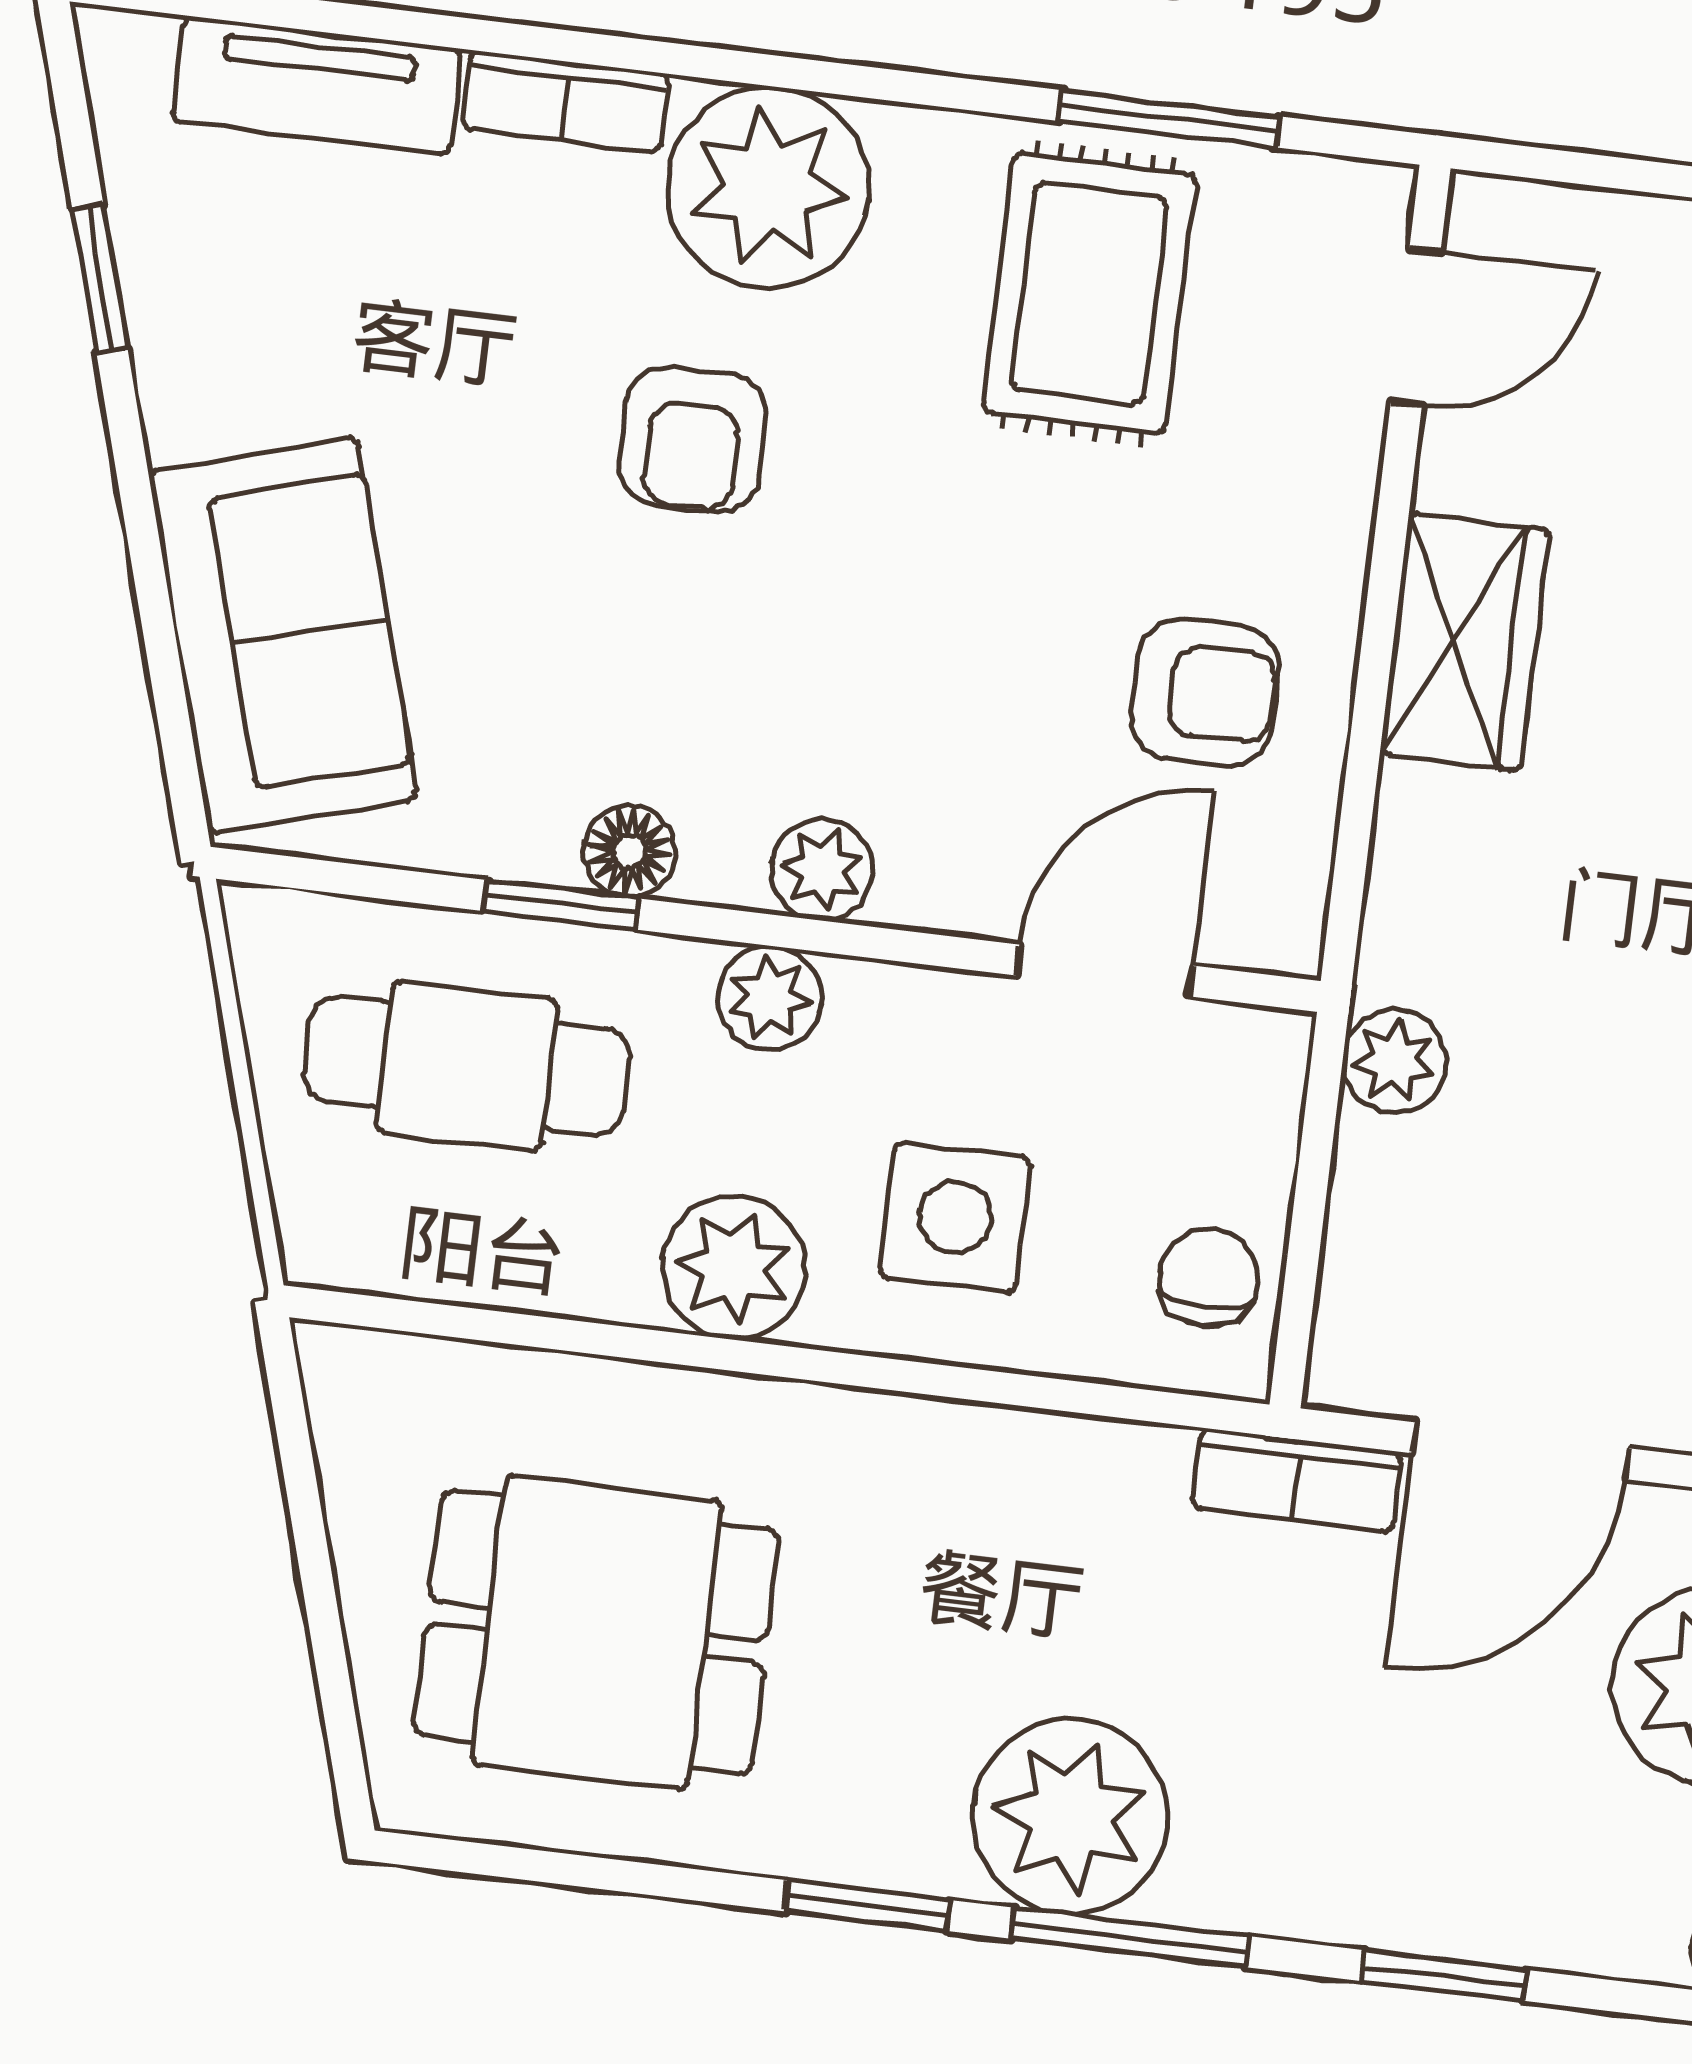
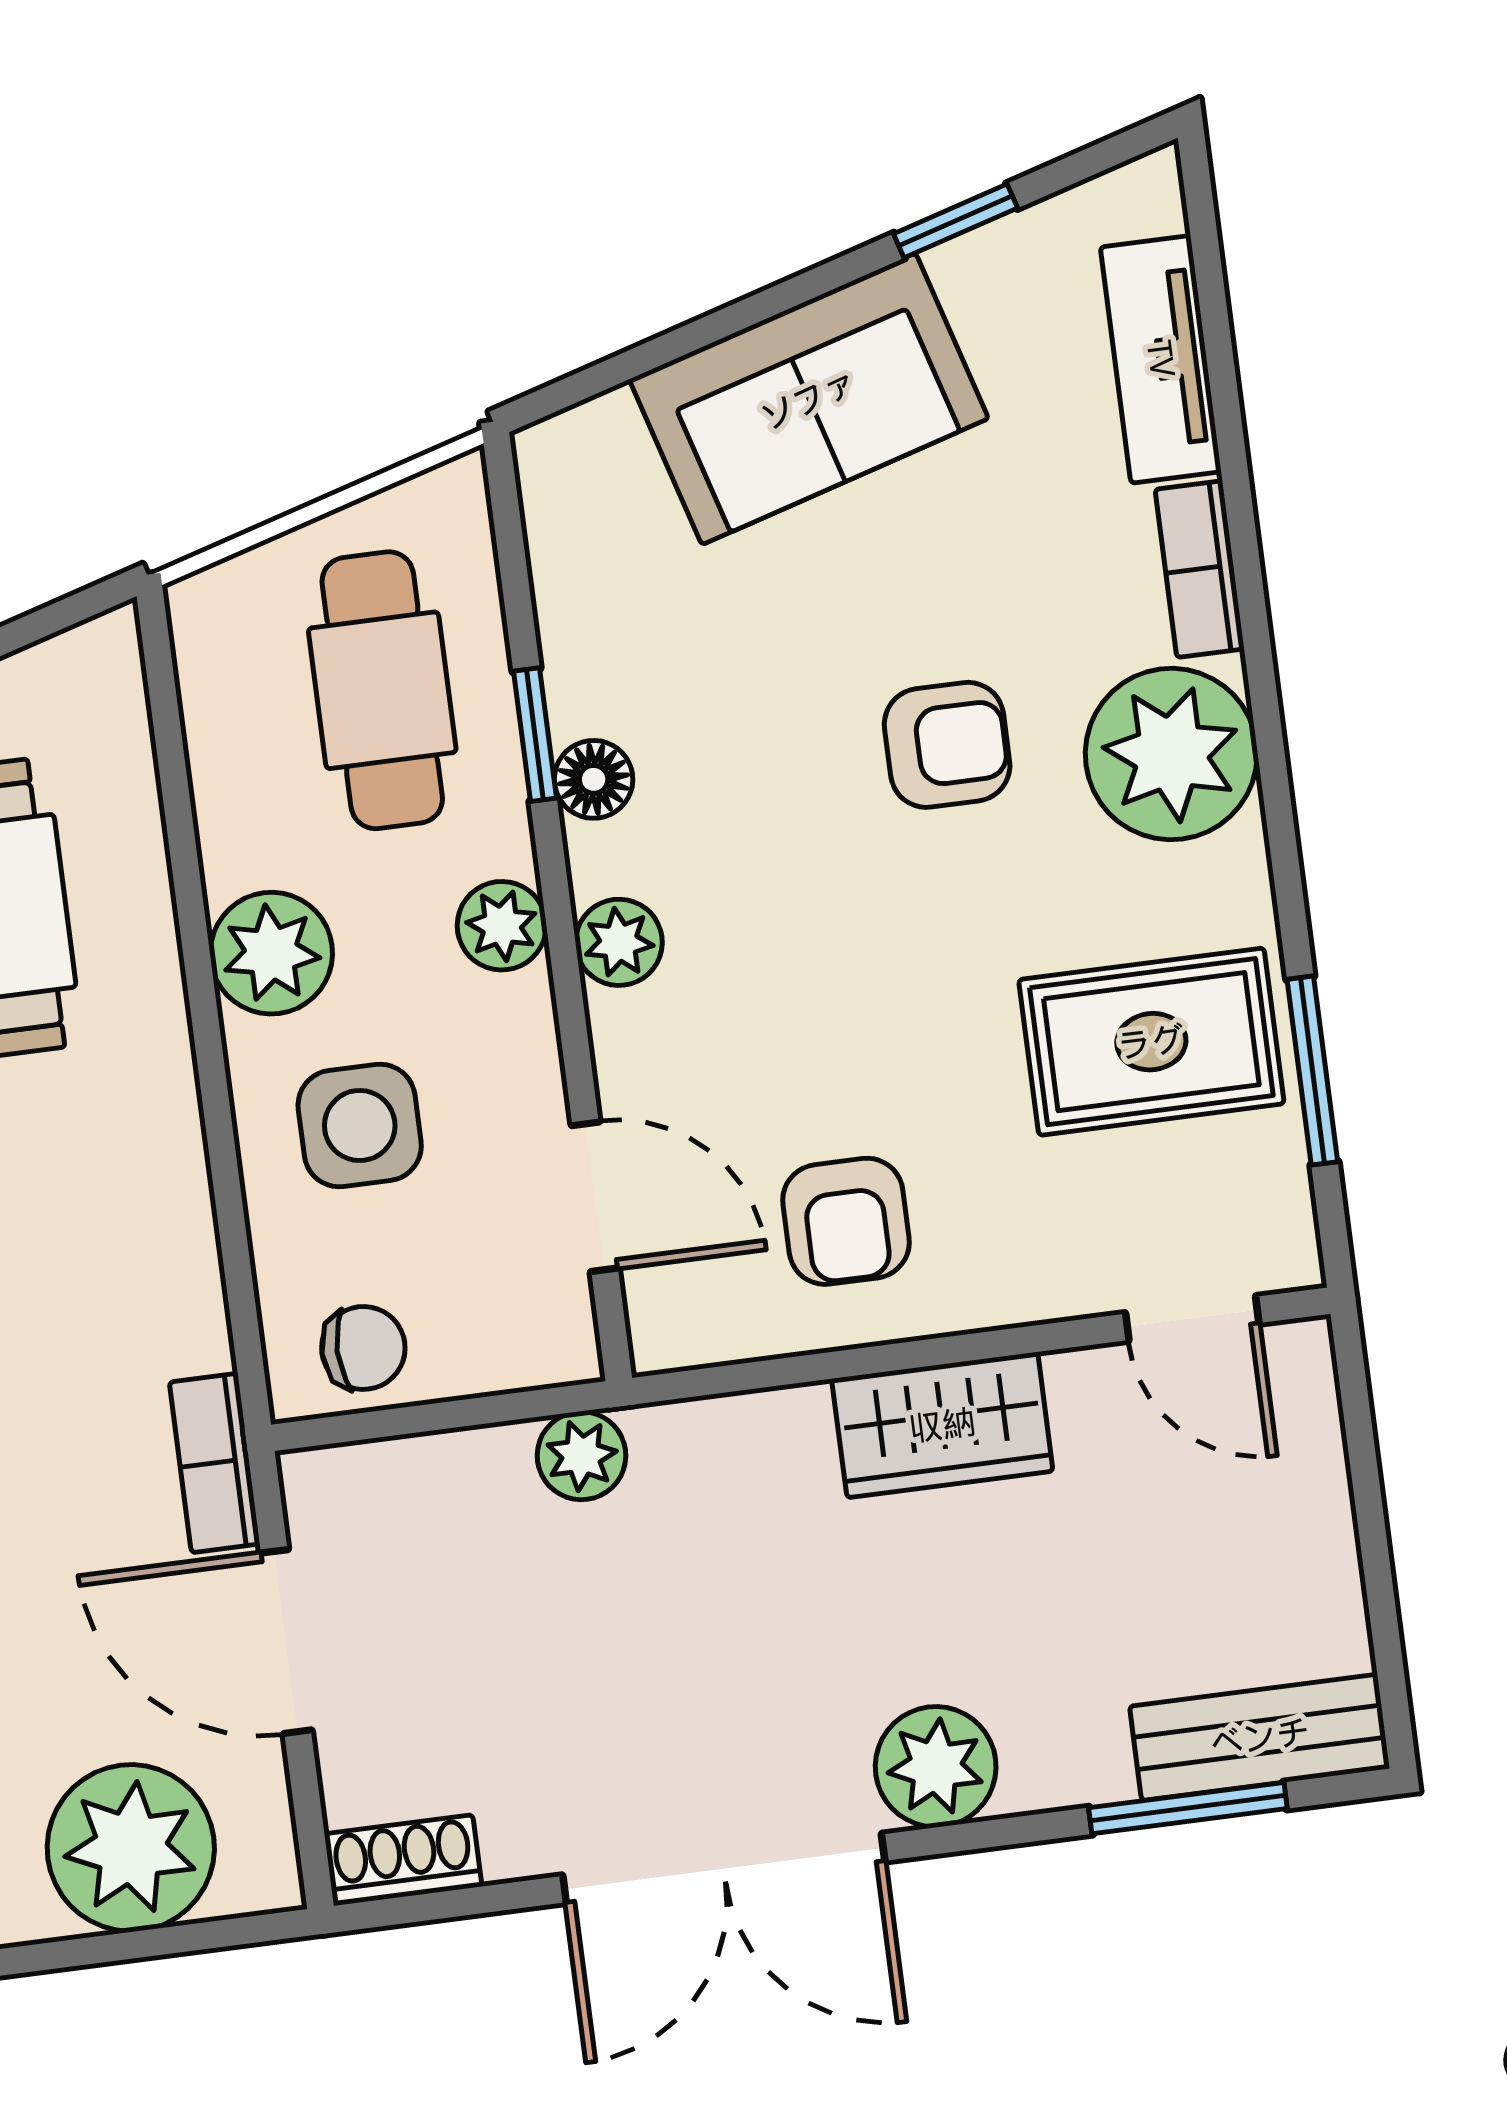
armchair: (693, 439) -> (947, 745), turned 180
sofa: (283, 635) -> (809, 399), moved

